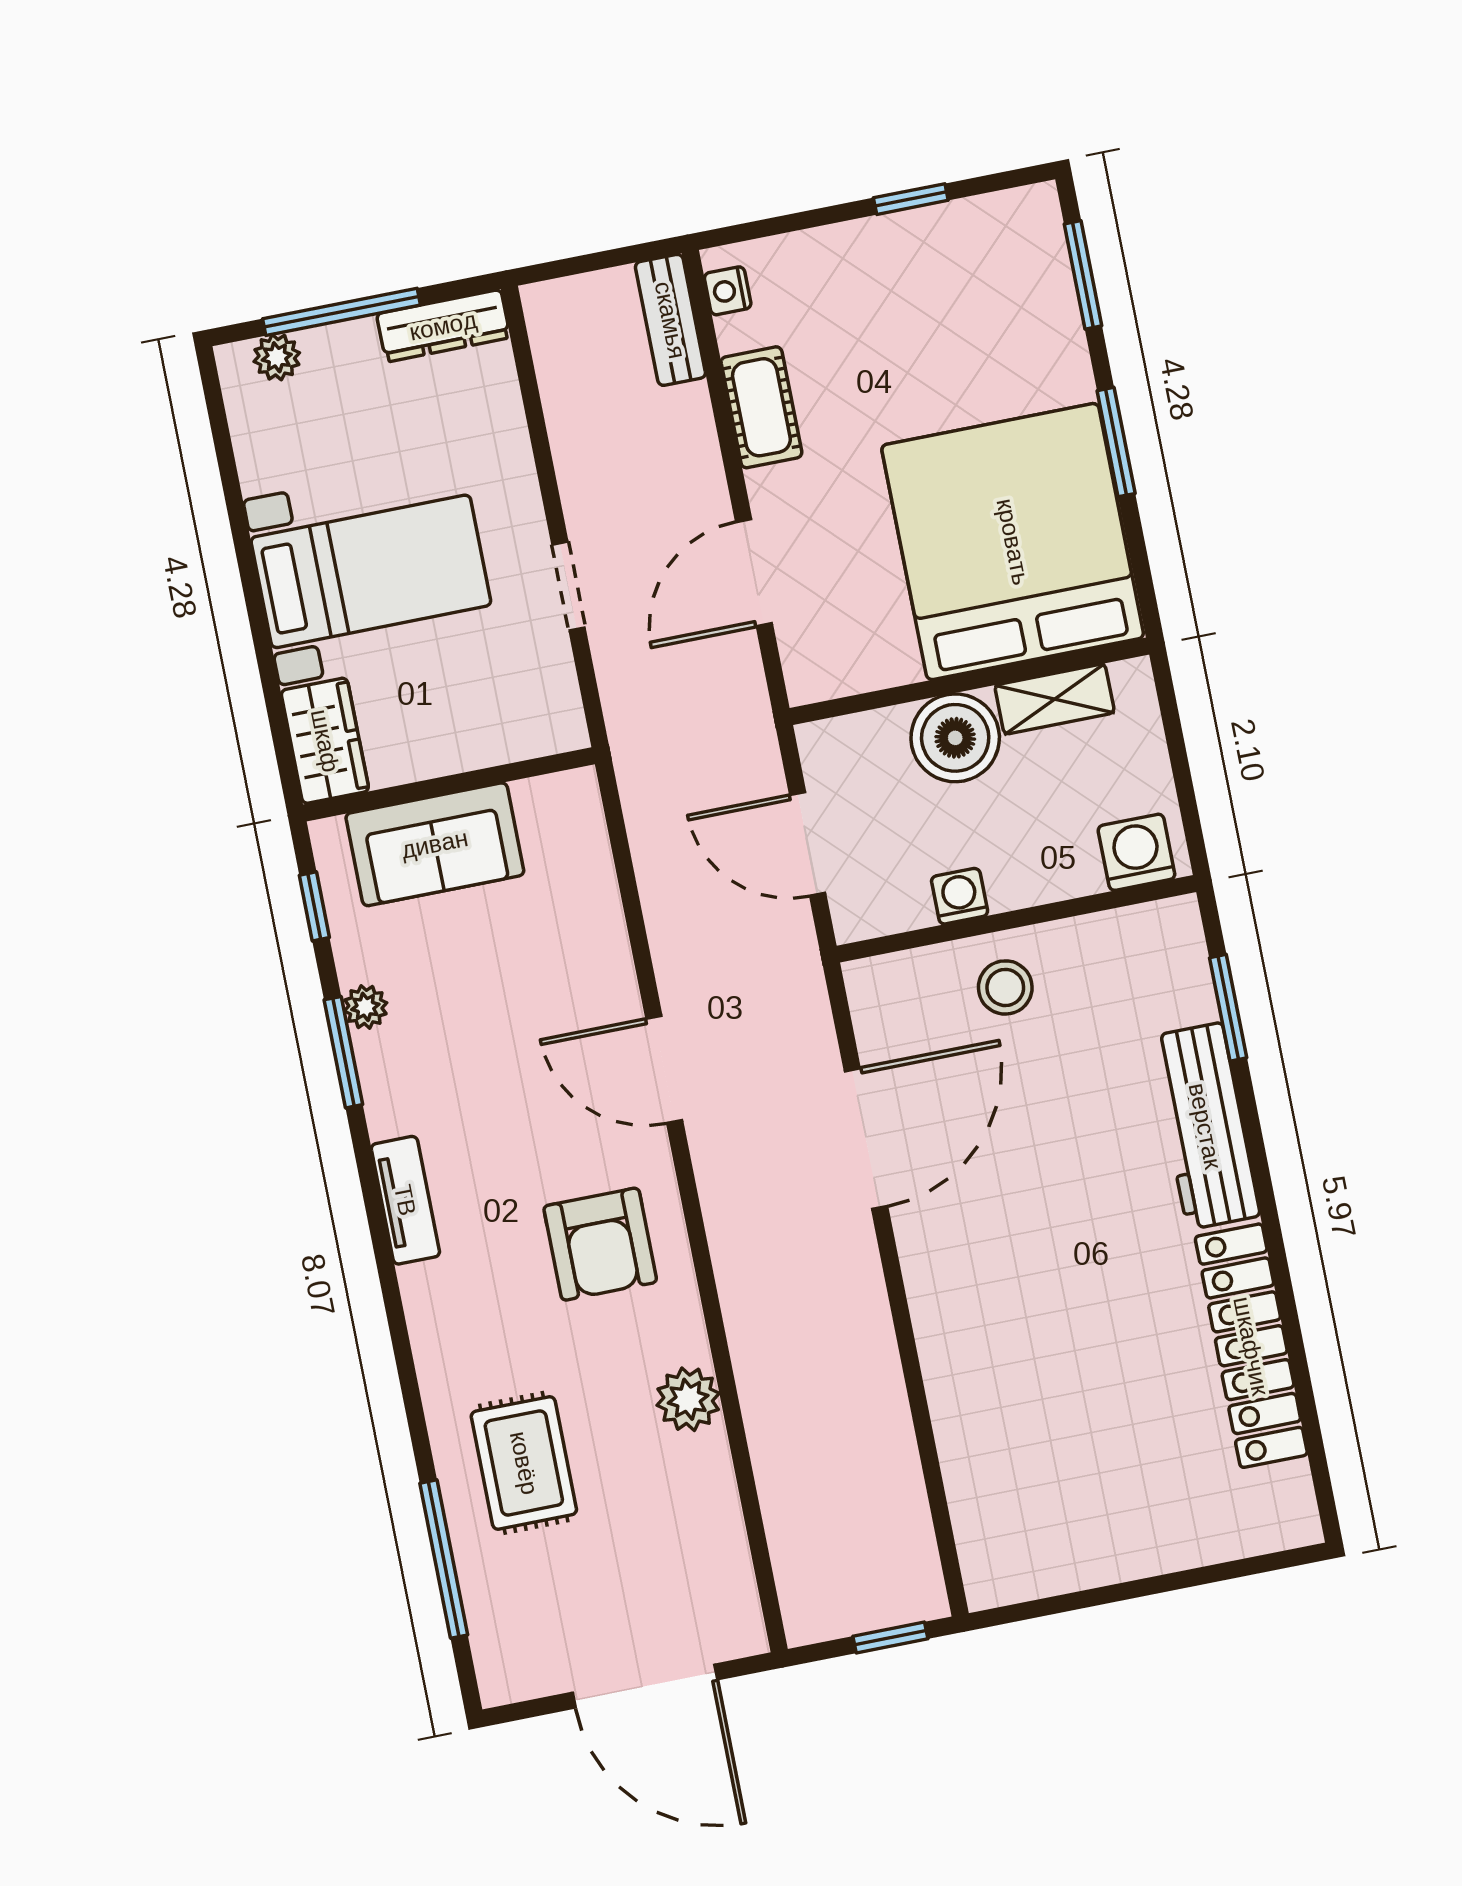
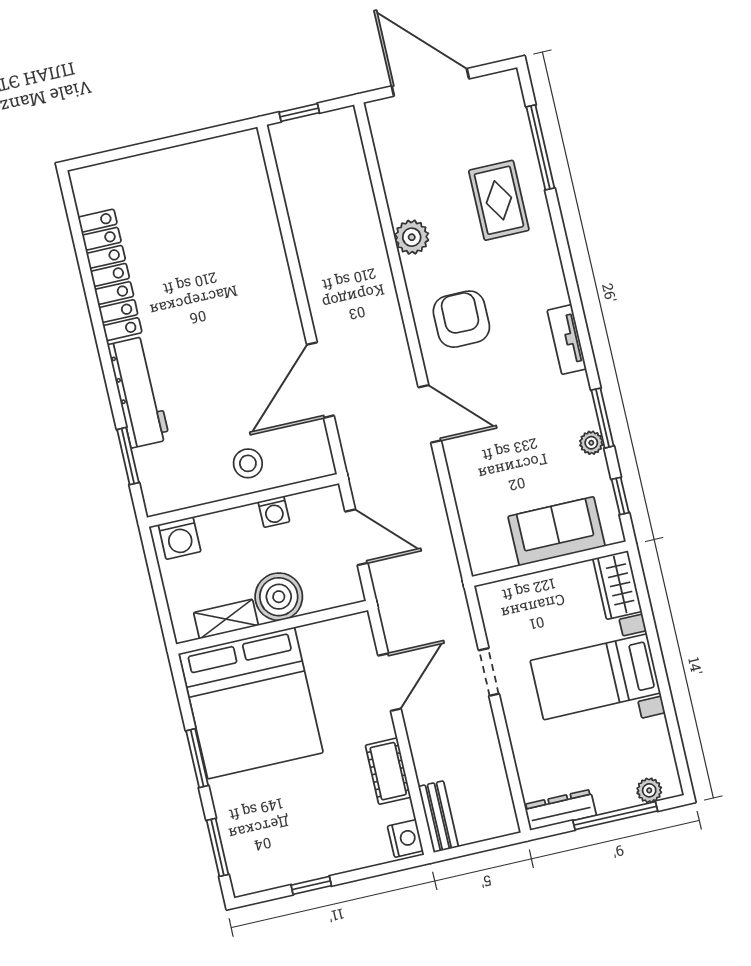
nightstand: (728, 291) -> (405, 838), width x1.39, depth x1.35

